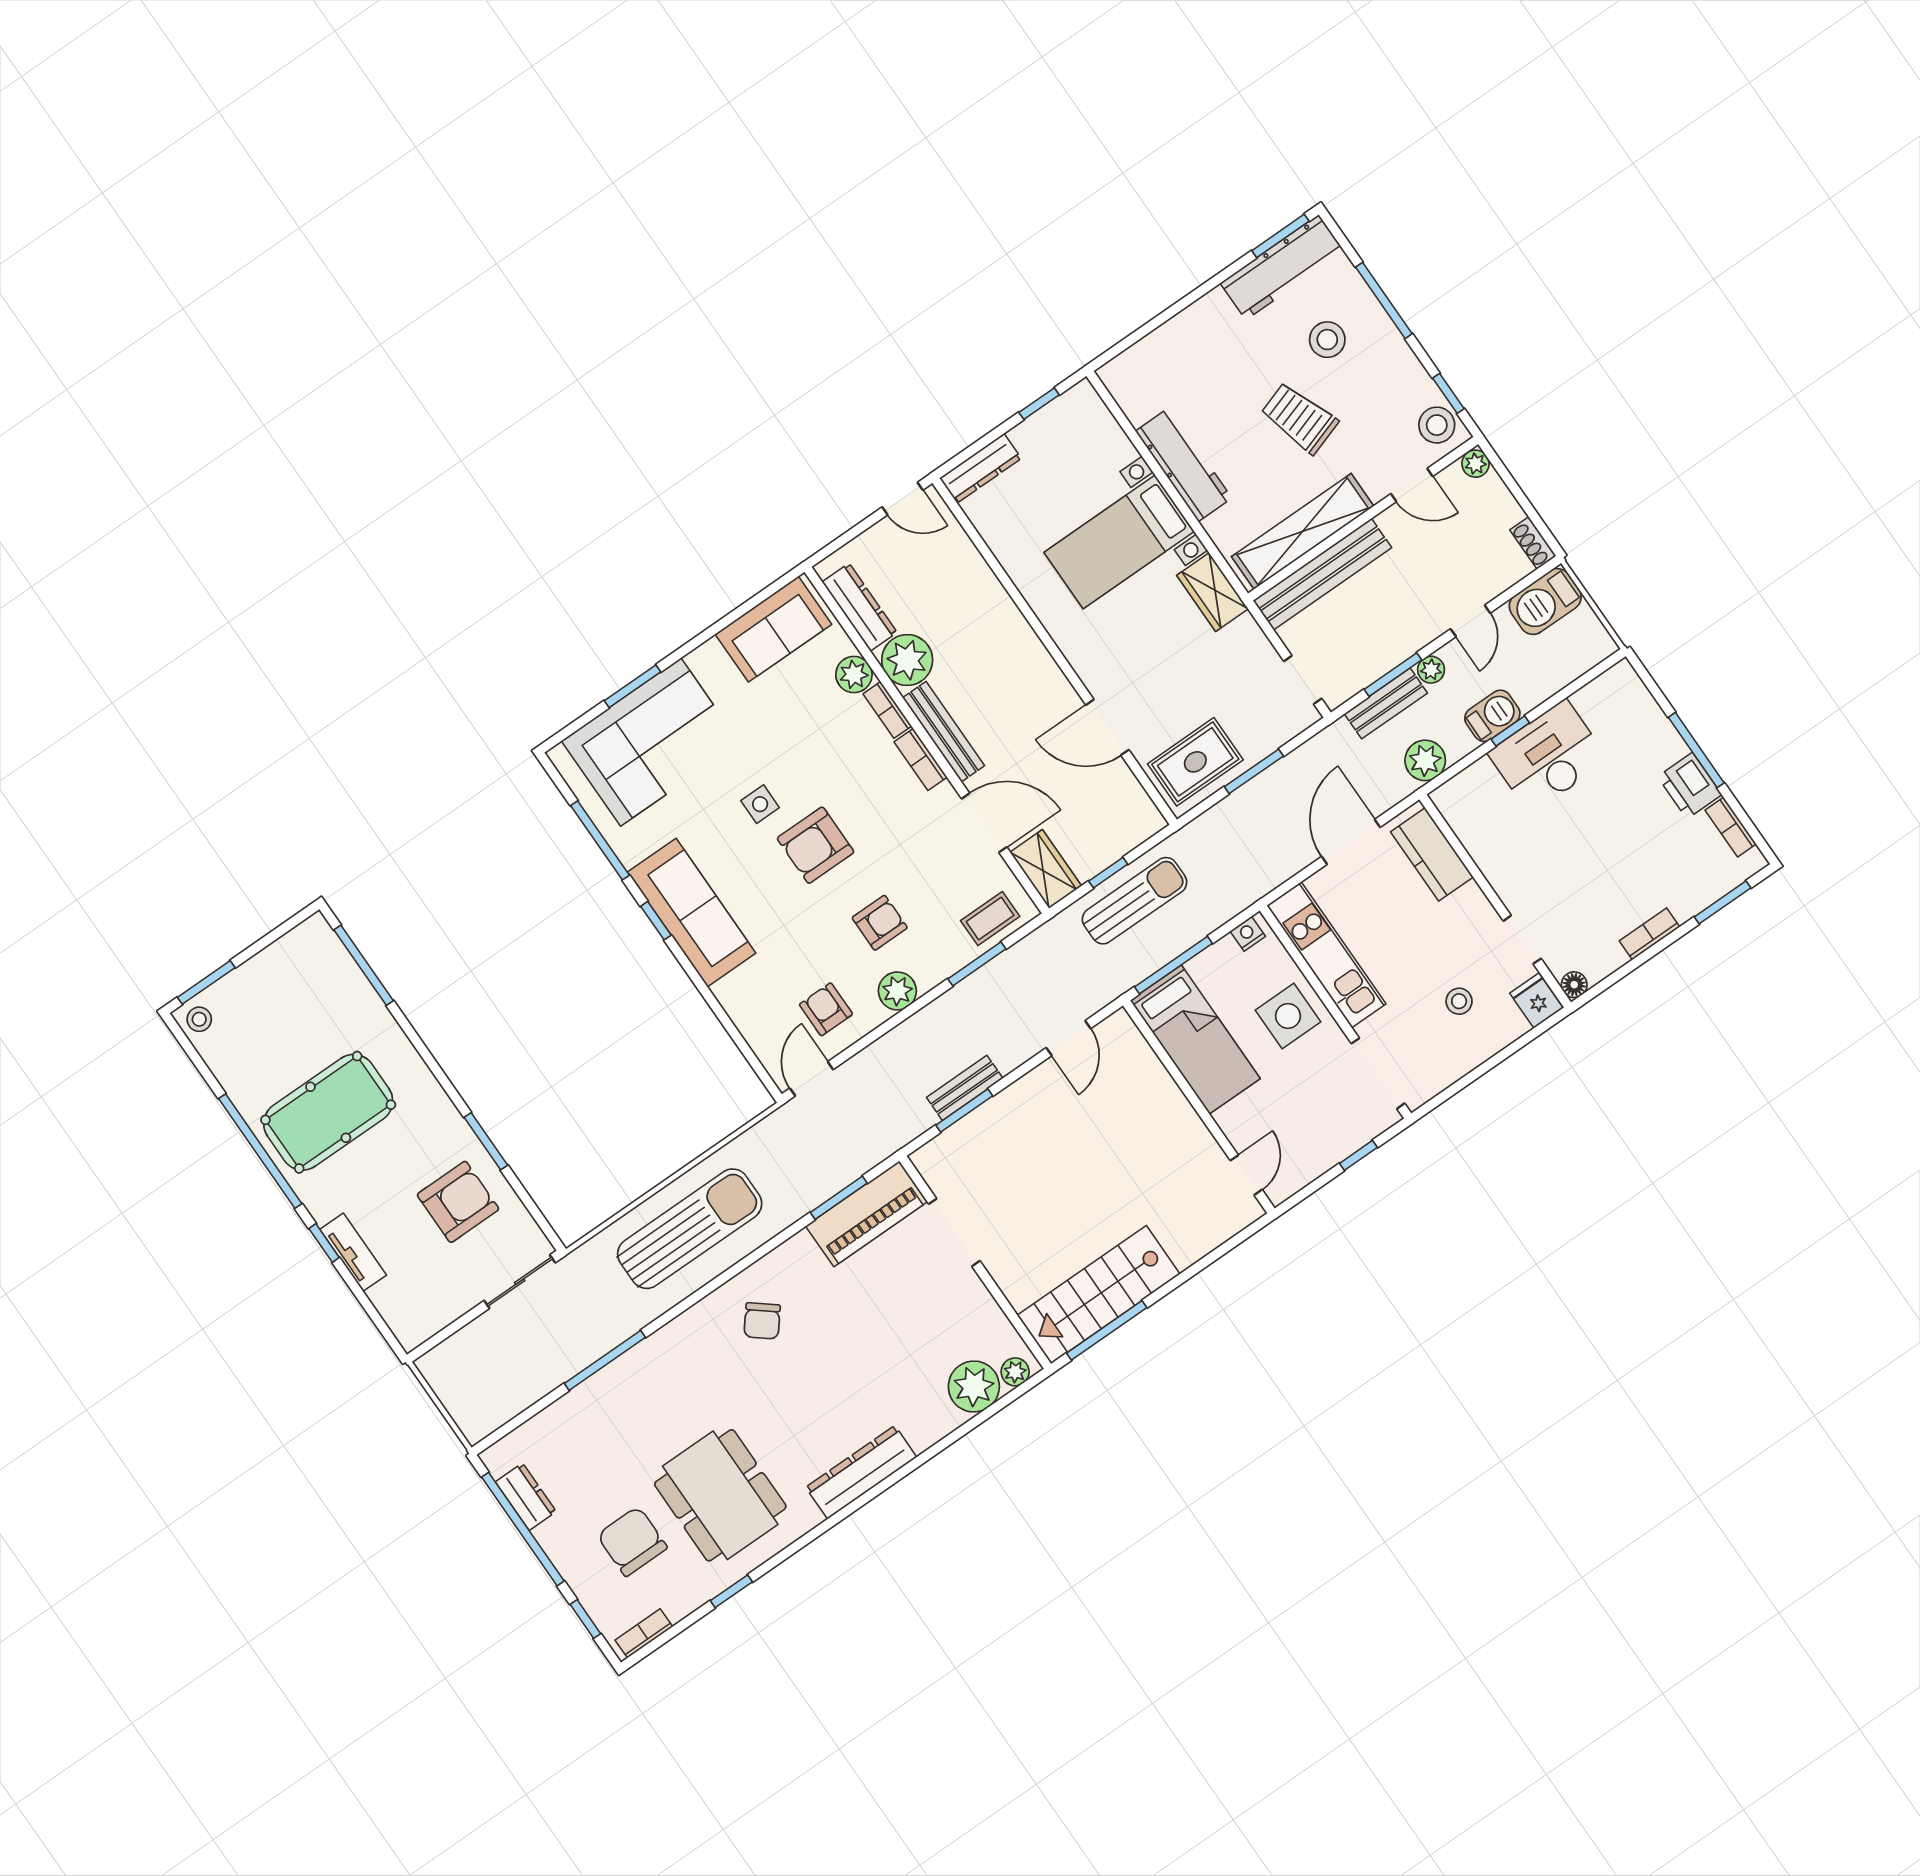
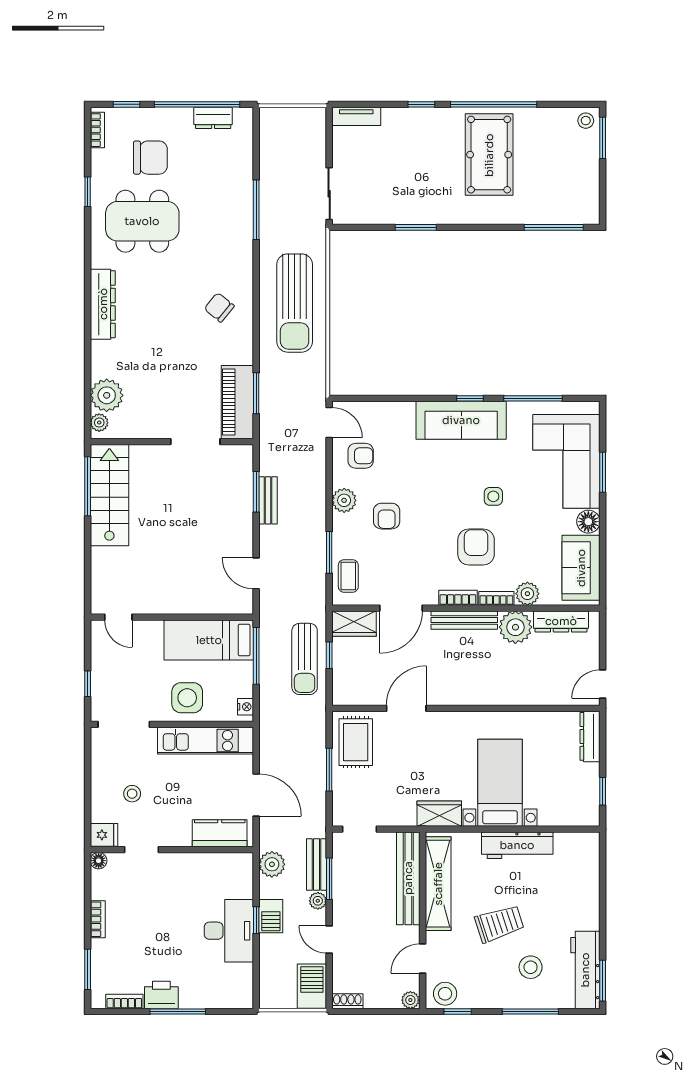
floor lamp: (708, 661) -> (588, 522), added
armchair: (816, 845) -> (476, 547), moved
armchair: (458, 1202) -> (394, 190), removed
tv unit: (353, 1252) -> (356, 116), moved

